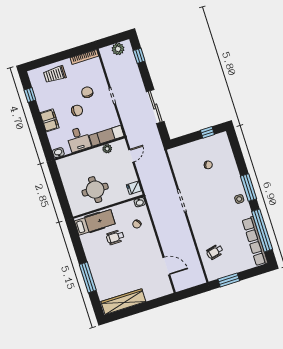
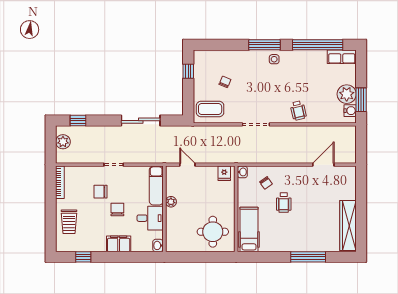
plant: (107, 149) -> (171, 202), moved
coffee table: (182, 160) -> (210, 109), added
round table: (95, 190) -> (213, 232), moved
wheelchair: (115, 237) -> (284, 203), moved
row of seats: (255, 241) -> (342, 57), width x0.50
wheelchair: (215, 252) -> (298, 110), moved
plant: (230, 267) -> (347, 94), added
water cooler: (217, 274) -> (350, 111), added

